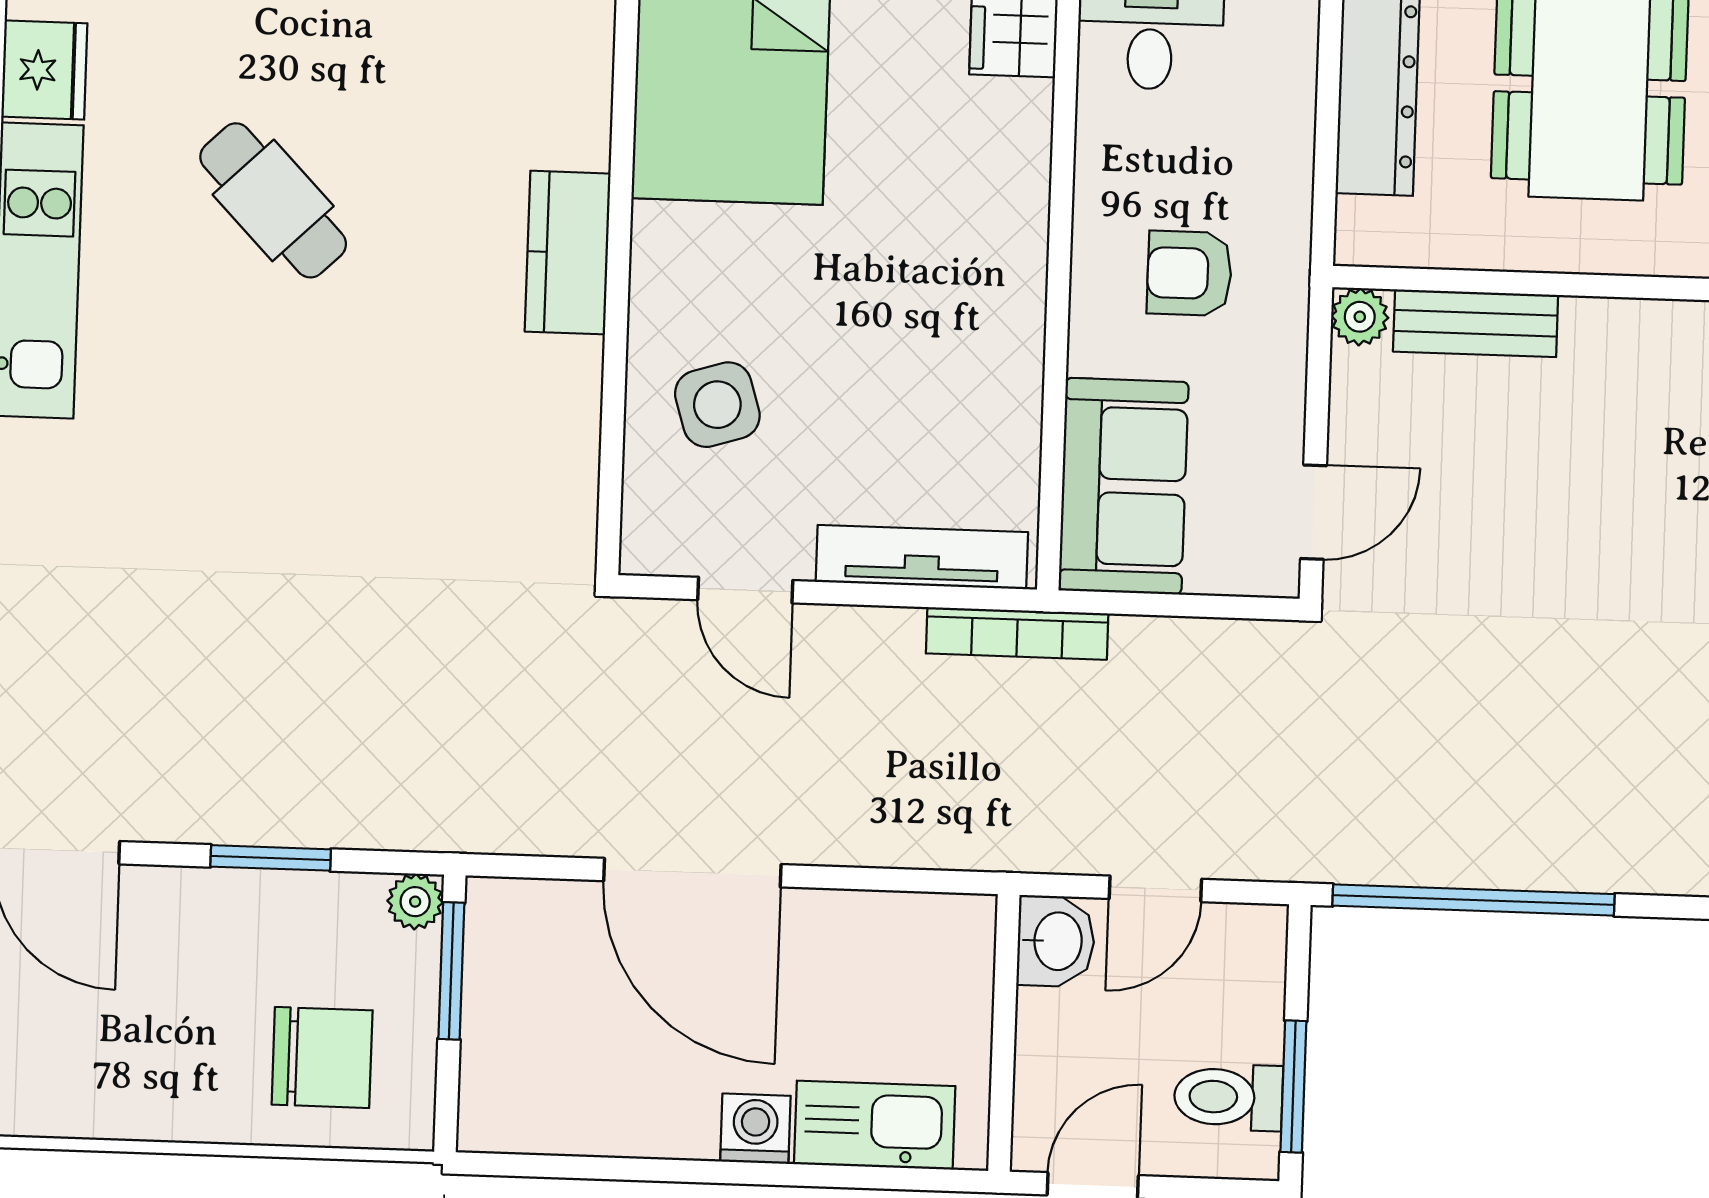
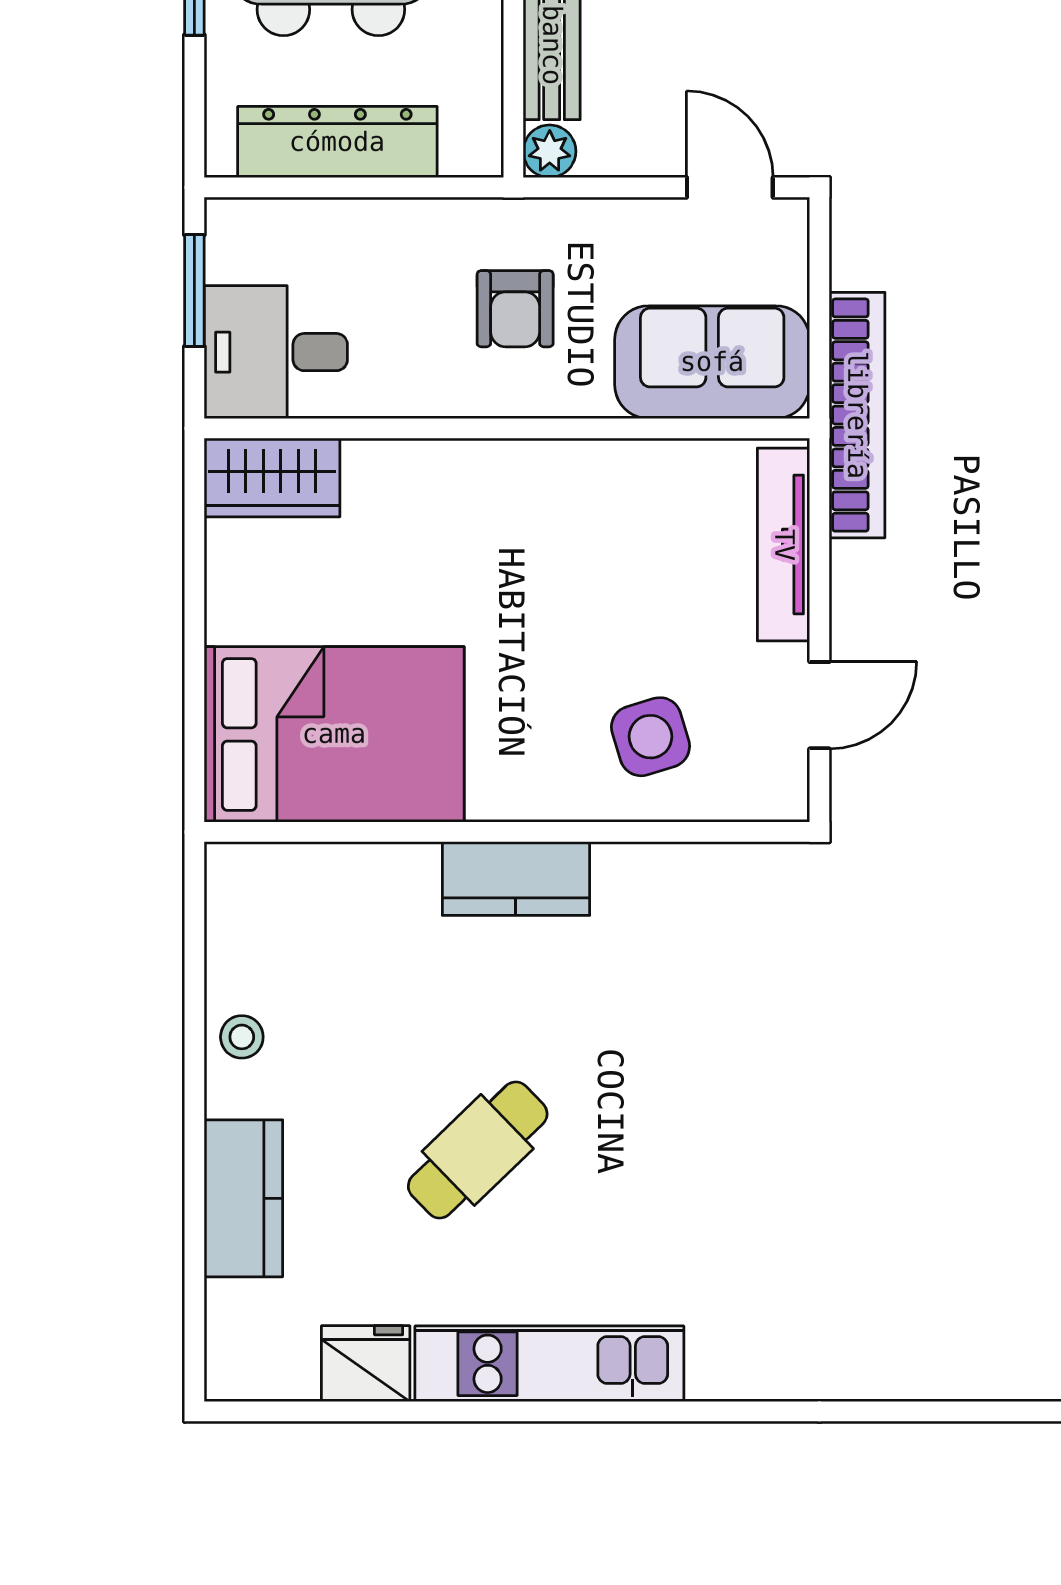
bookcase: (1017, 633) -> (857, 415), width x1.48, depth x1.31

